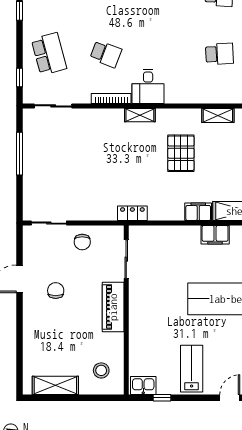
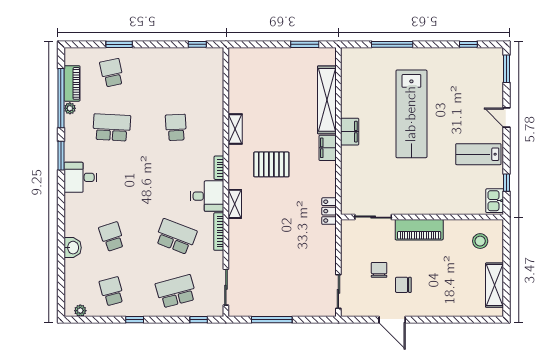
school desk: (106, 54) -> (176, 237), width x1.85
bookcase: (178, 99) -> (219, 168), added
chair: (82, 242) -> (379, 270), moved, turned -90

